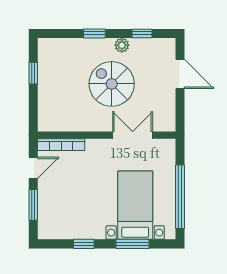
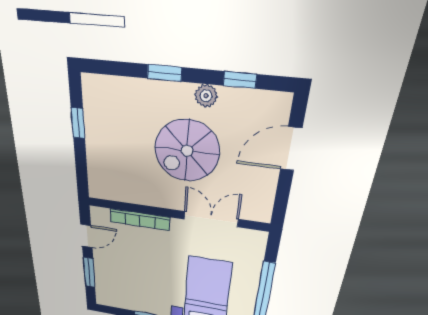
door: (180, 74) -> (291, 149), swing flipped
spiral stairs: (112, 84) -> (187, 151), turned -90
bookcase: (61, 145) -> (140, 220), moved

